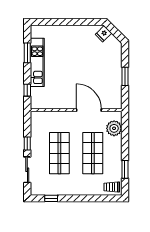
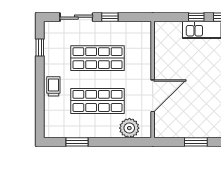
window: (27, 90) -> (196, 17), moved
trolley: (112, 187) -> (53, 86), moved

